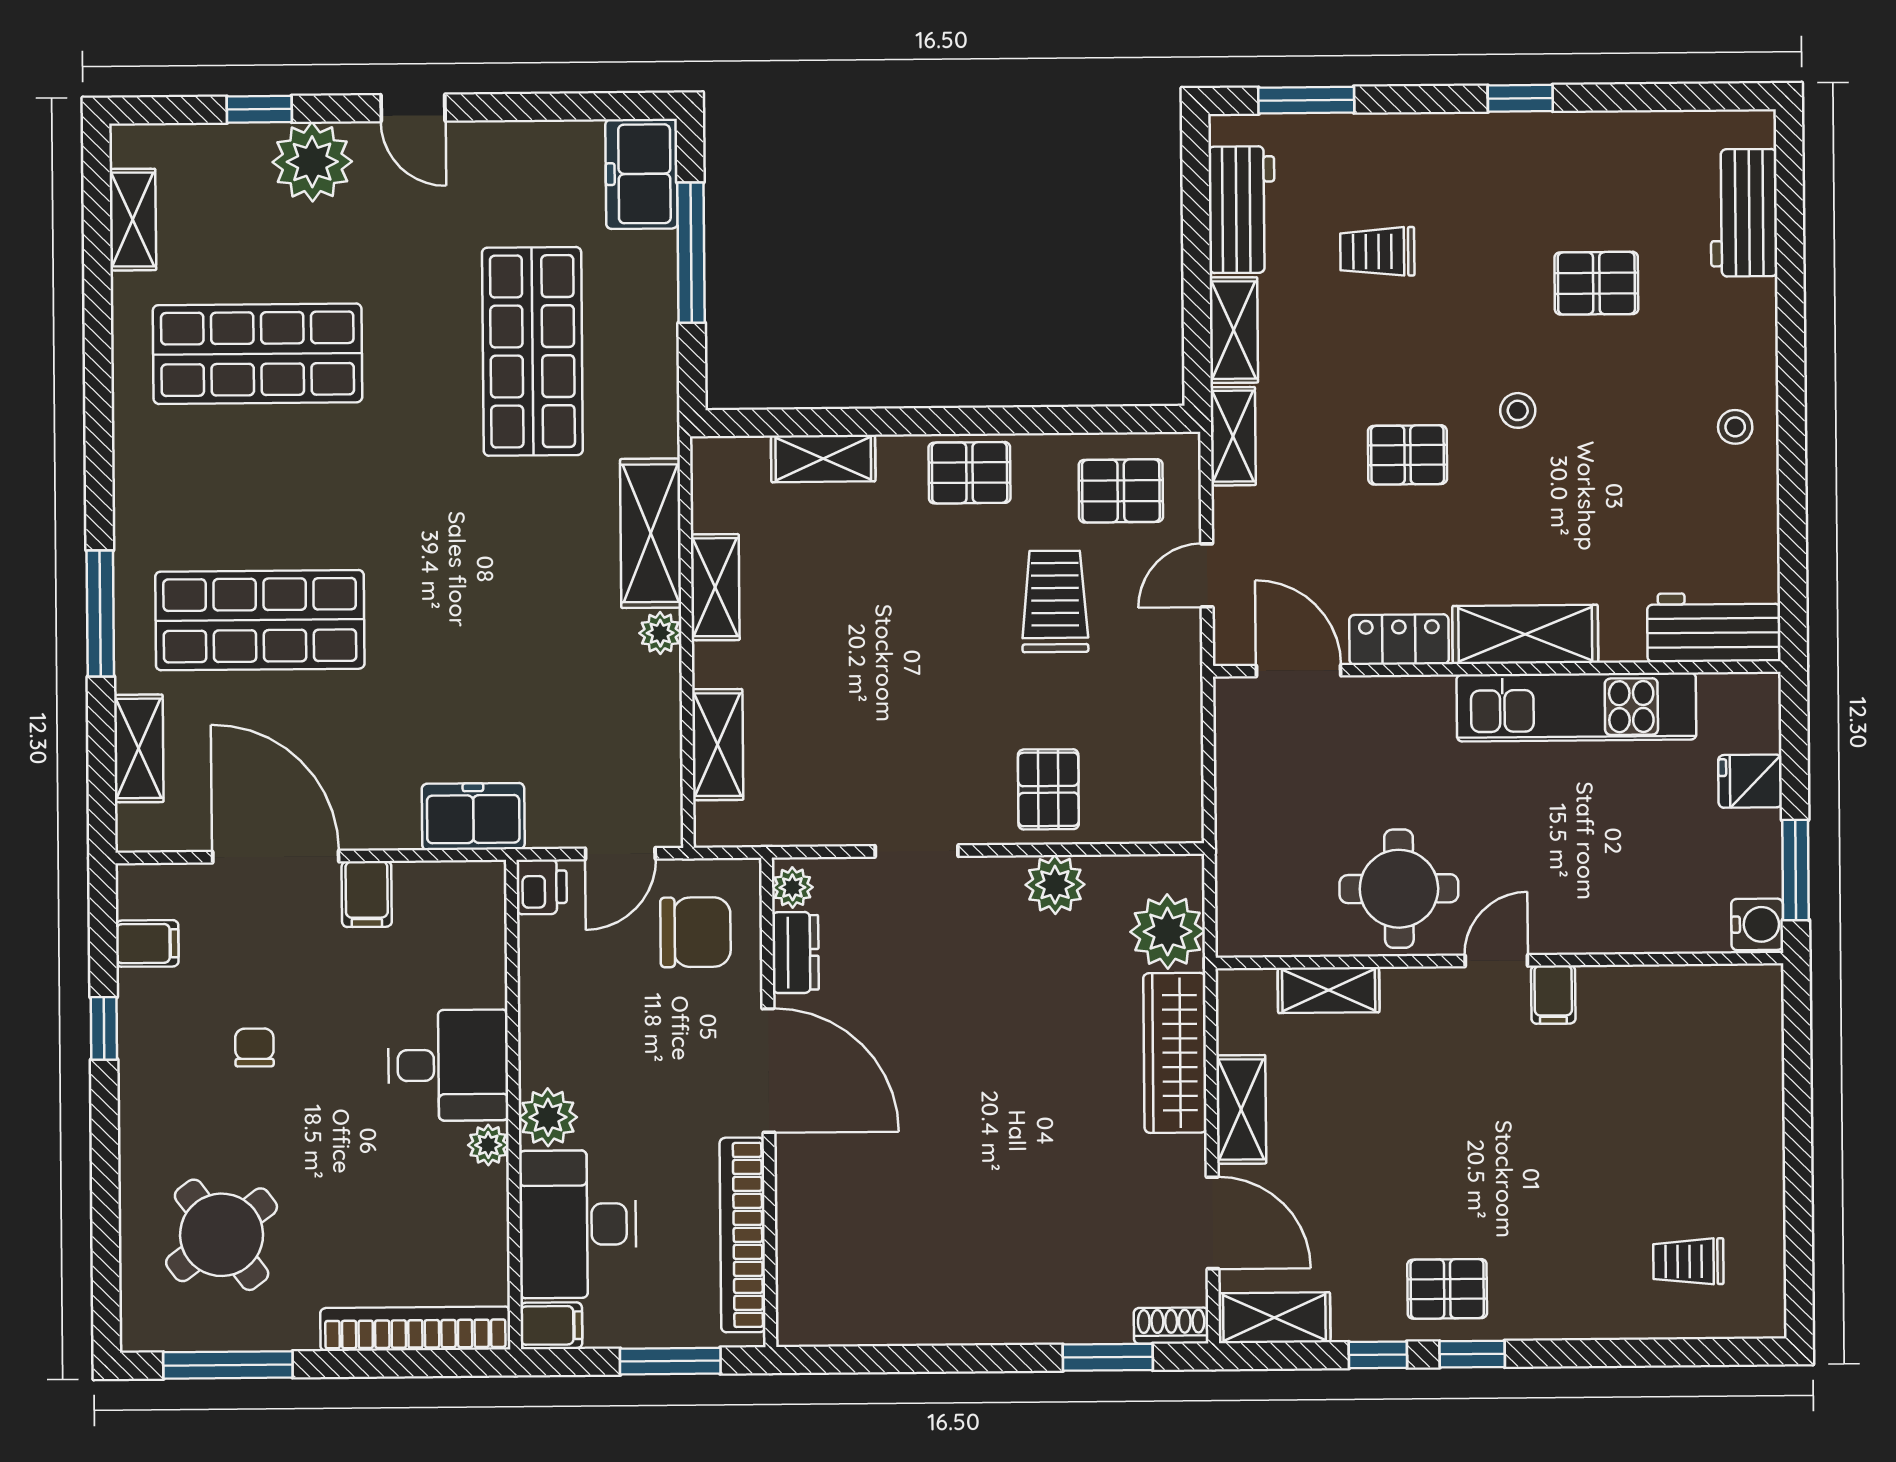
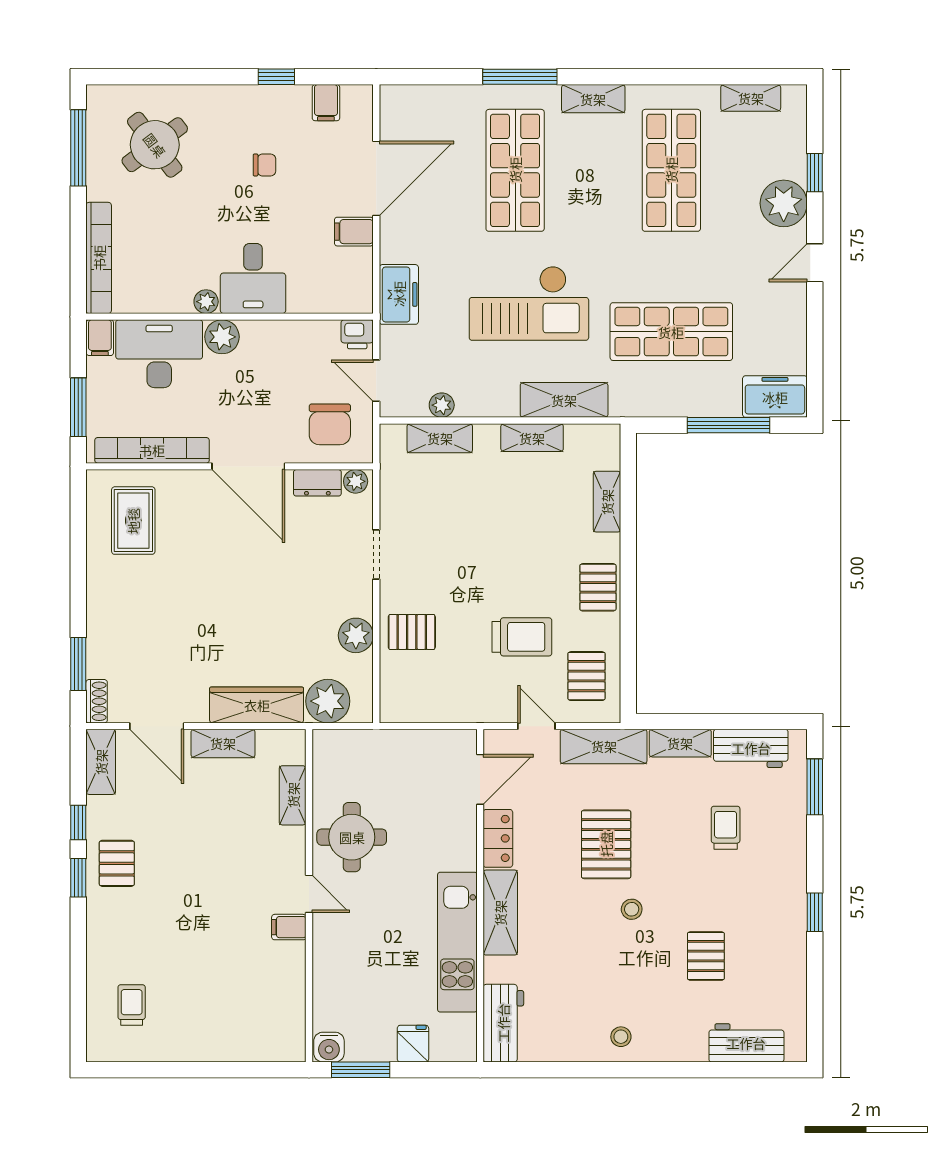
shelving: (1233, 436) -> (604, 746), width x1.50, depth x1.33
pallet: (1407, 455) -> (606, 844), width x1.50, depth x1.42
checkout: (486, 595) -> (529, 303), added
plant: (660, 633) -> (442, 405), moved
shelving: (139, 748) -> (593, 99), moved
door: (768, 1071) -> (248, 466), hinge flipped
door: (1213, 1223) -> (157, 726), hinge flipped
rug: (863, 1266) -> (133, 521), added

